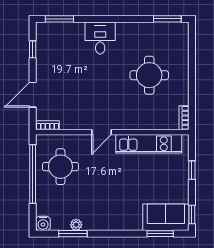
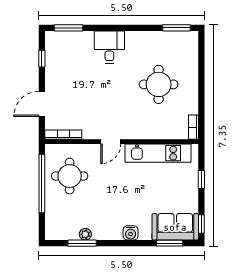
bookcase: (47, 125) -> (63, 135), width x1.56
water cooler: (43, 223) -> (131, 233), moved

